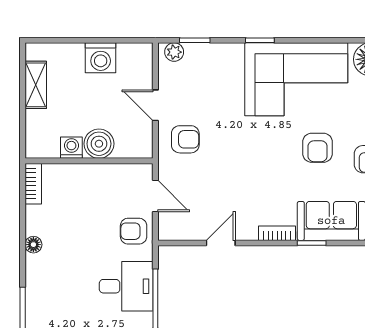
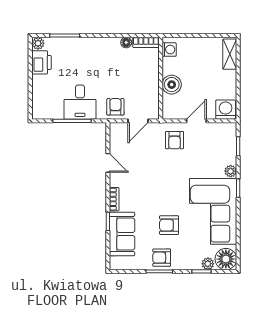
plant: (174, 52) -> (231, 171), moved
washing machine: (101, 58) -> (226, 110), moved, turned 90
shelving: (36, 85) -> (230, 54), moved, turned 90
washing machine: (71, 148) -> (169, 50), moved
floor lamp: (33, 245) -> (126, 42), moved

